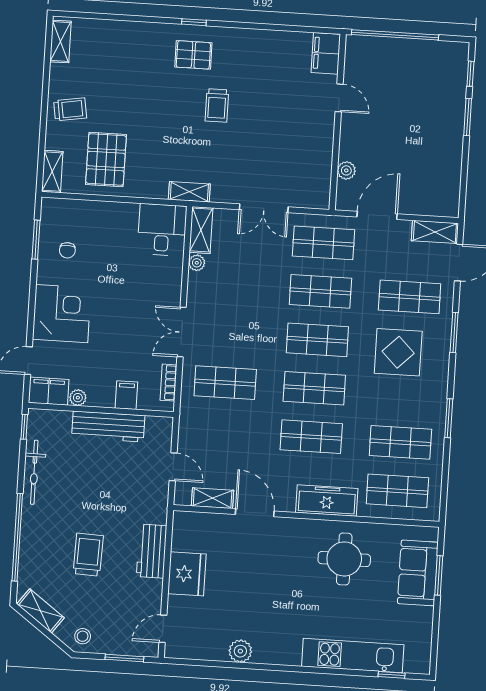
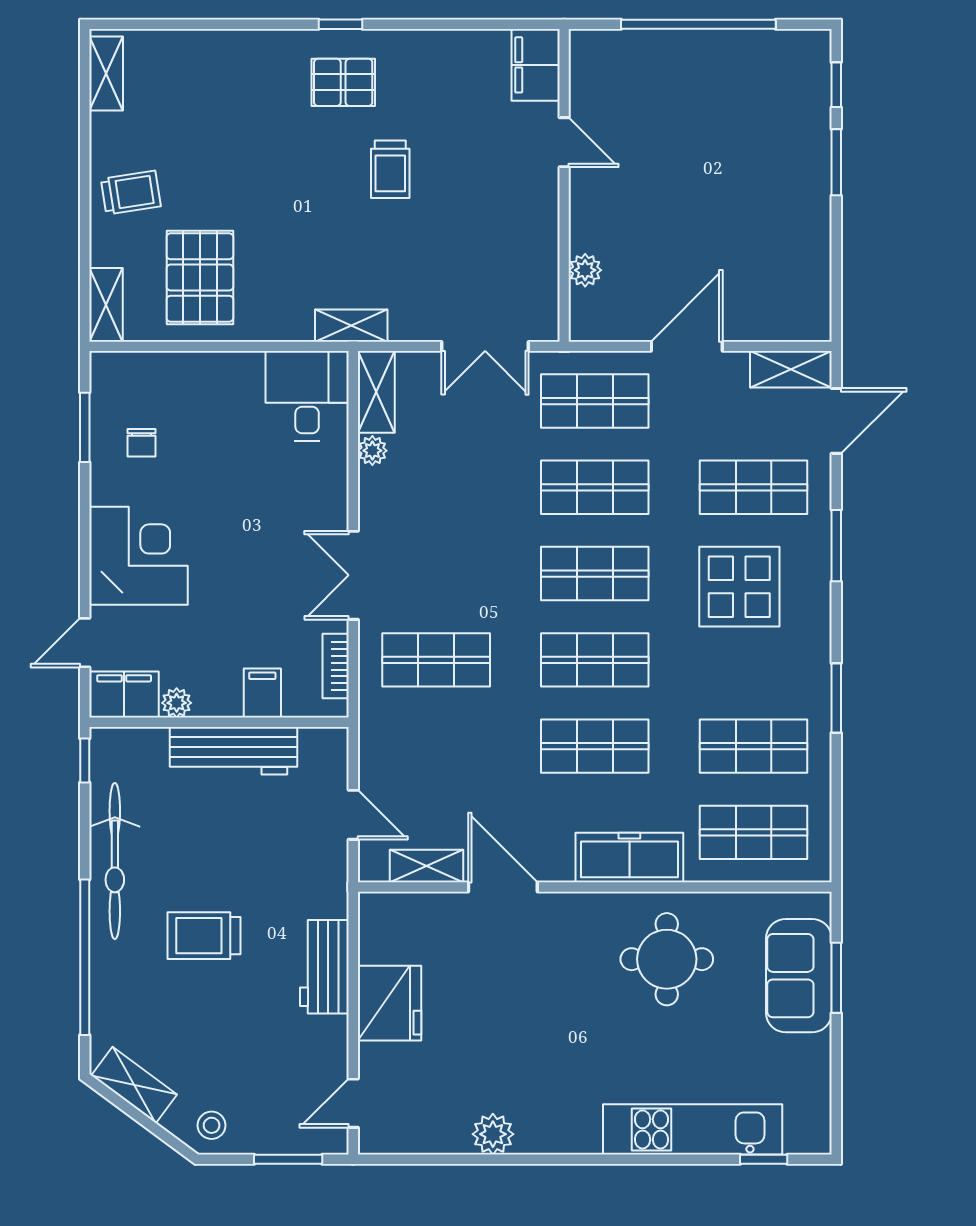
filing cabinet: (326, 53) -> (536, 65), moved
door: (339, 98) -> (564, 142), moved
wall: (338, 122) -> (564, 185), moved
plant: (346, 170) -> (585, 270), moved
bicycle: (34, 472) -> (115, 861), width x1.37, depth x1.40
trolley: (88, 555) -> (204, 936), moved, turned -92

